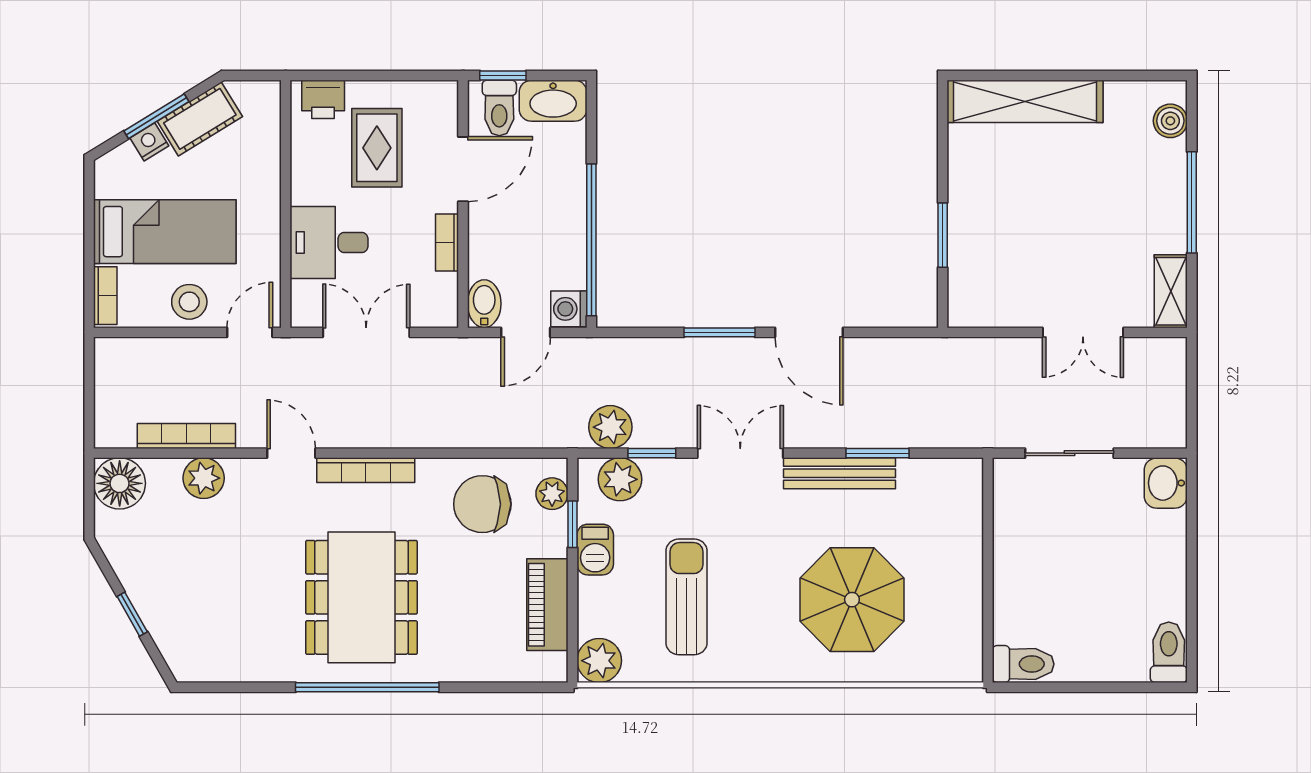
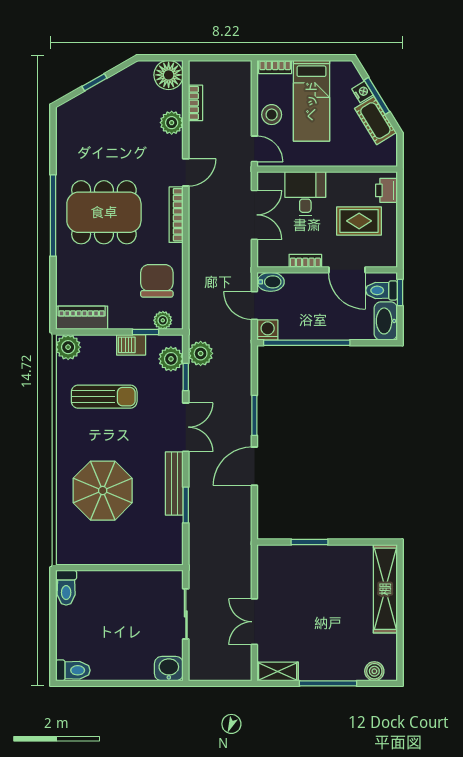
bookcase: (186, 436) -> (195, 103), width x0.64
piano: (547, 605) -> (82, 318), moved

